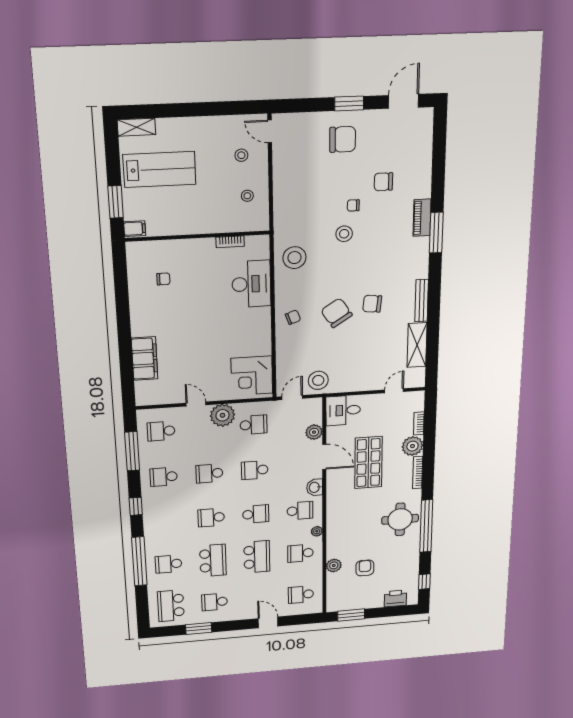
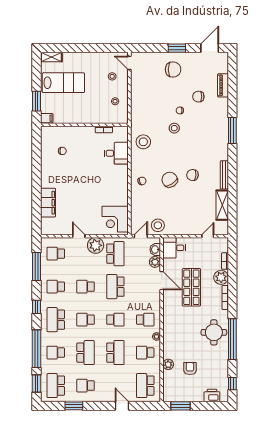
piano: (422, 218) -> (223, 85), moved
desk: (251, 284) -> (116, 153), width x0.73
school desk: (254, 425) -> (115, 254), width x1.85
school desk: (255, 470) -> (115, 287), width x1.85
washbasin: (315, 487) -> (155, 249), moved
school desk: (166, 521) -> (56, 320), added
school desk: (301, 595) -> (145, 386), width x1.85
window: (142, 606) -> (36, 384), added

